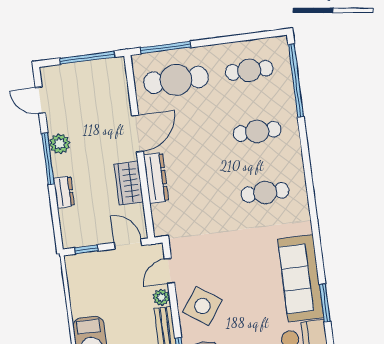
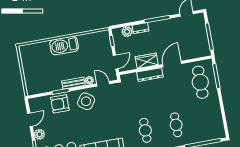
cafe table: (249, 70) -> (207, 119), removed
door: (137, 133) -> (172, 64), swing flipped
plant: (60, 144) -> (127, 32), moved

